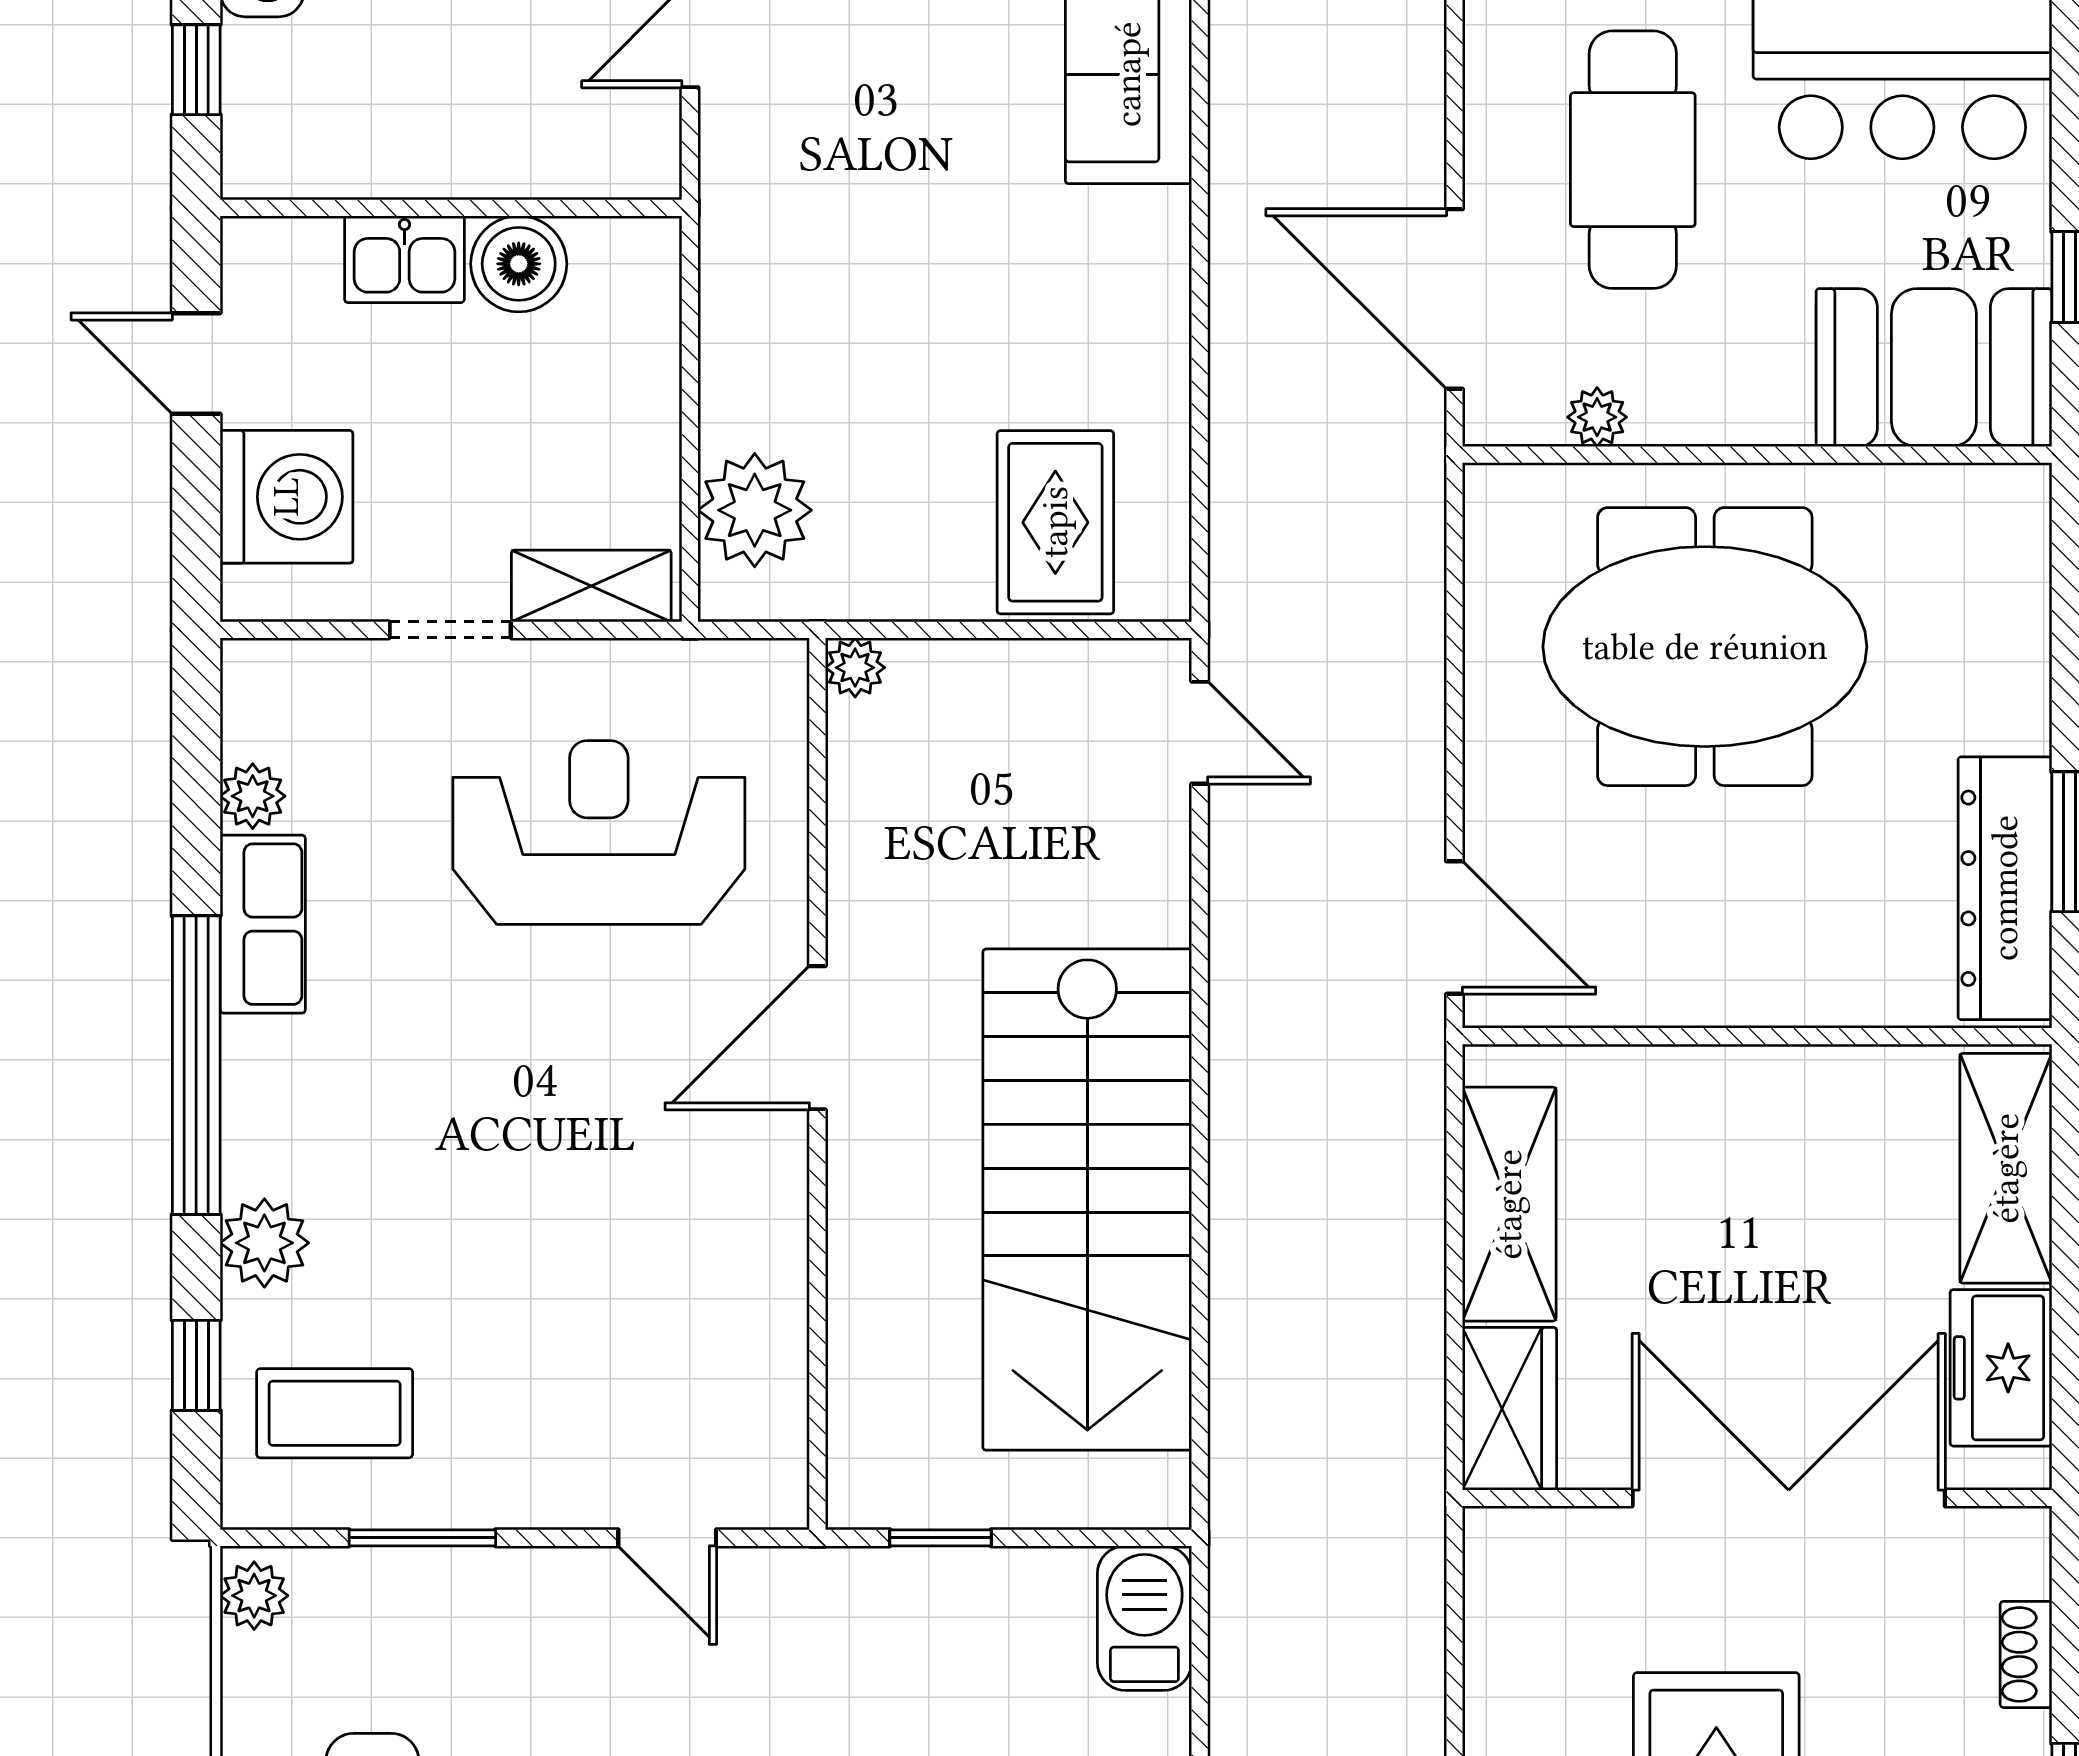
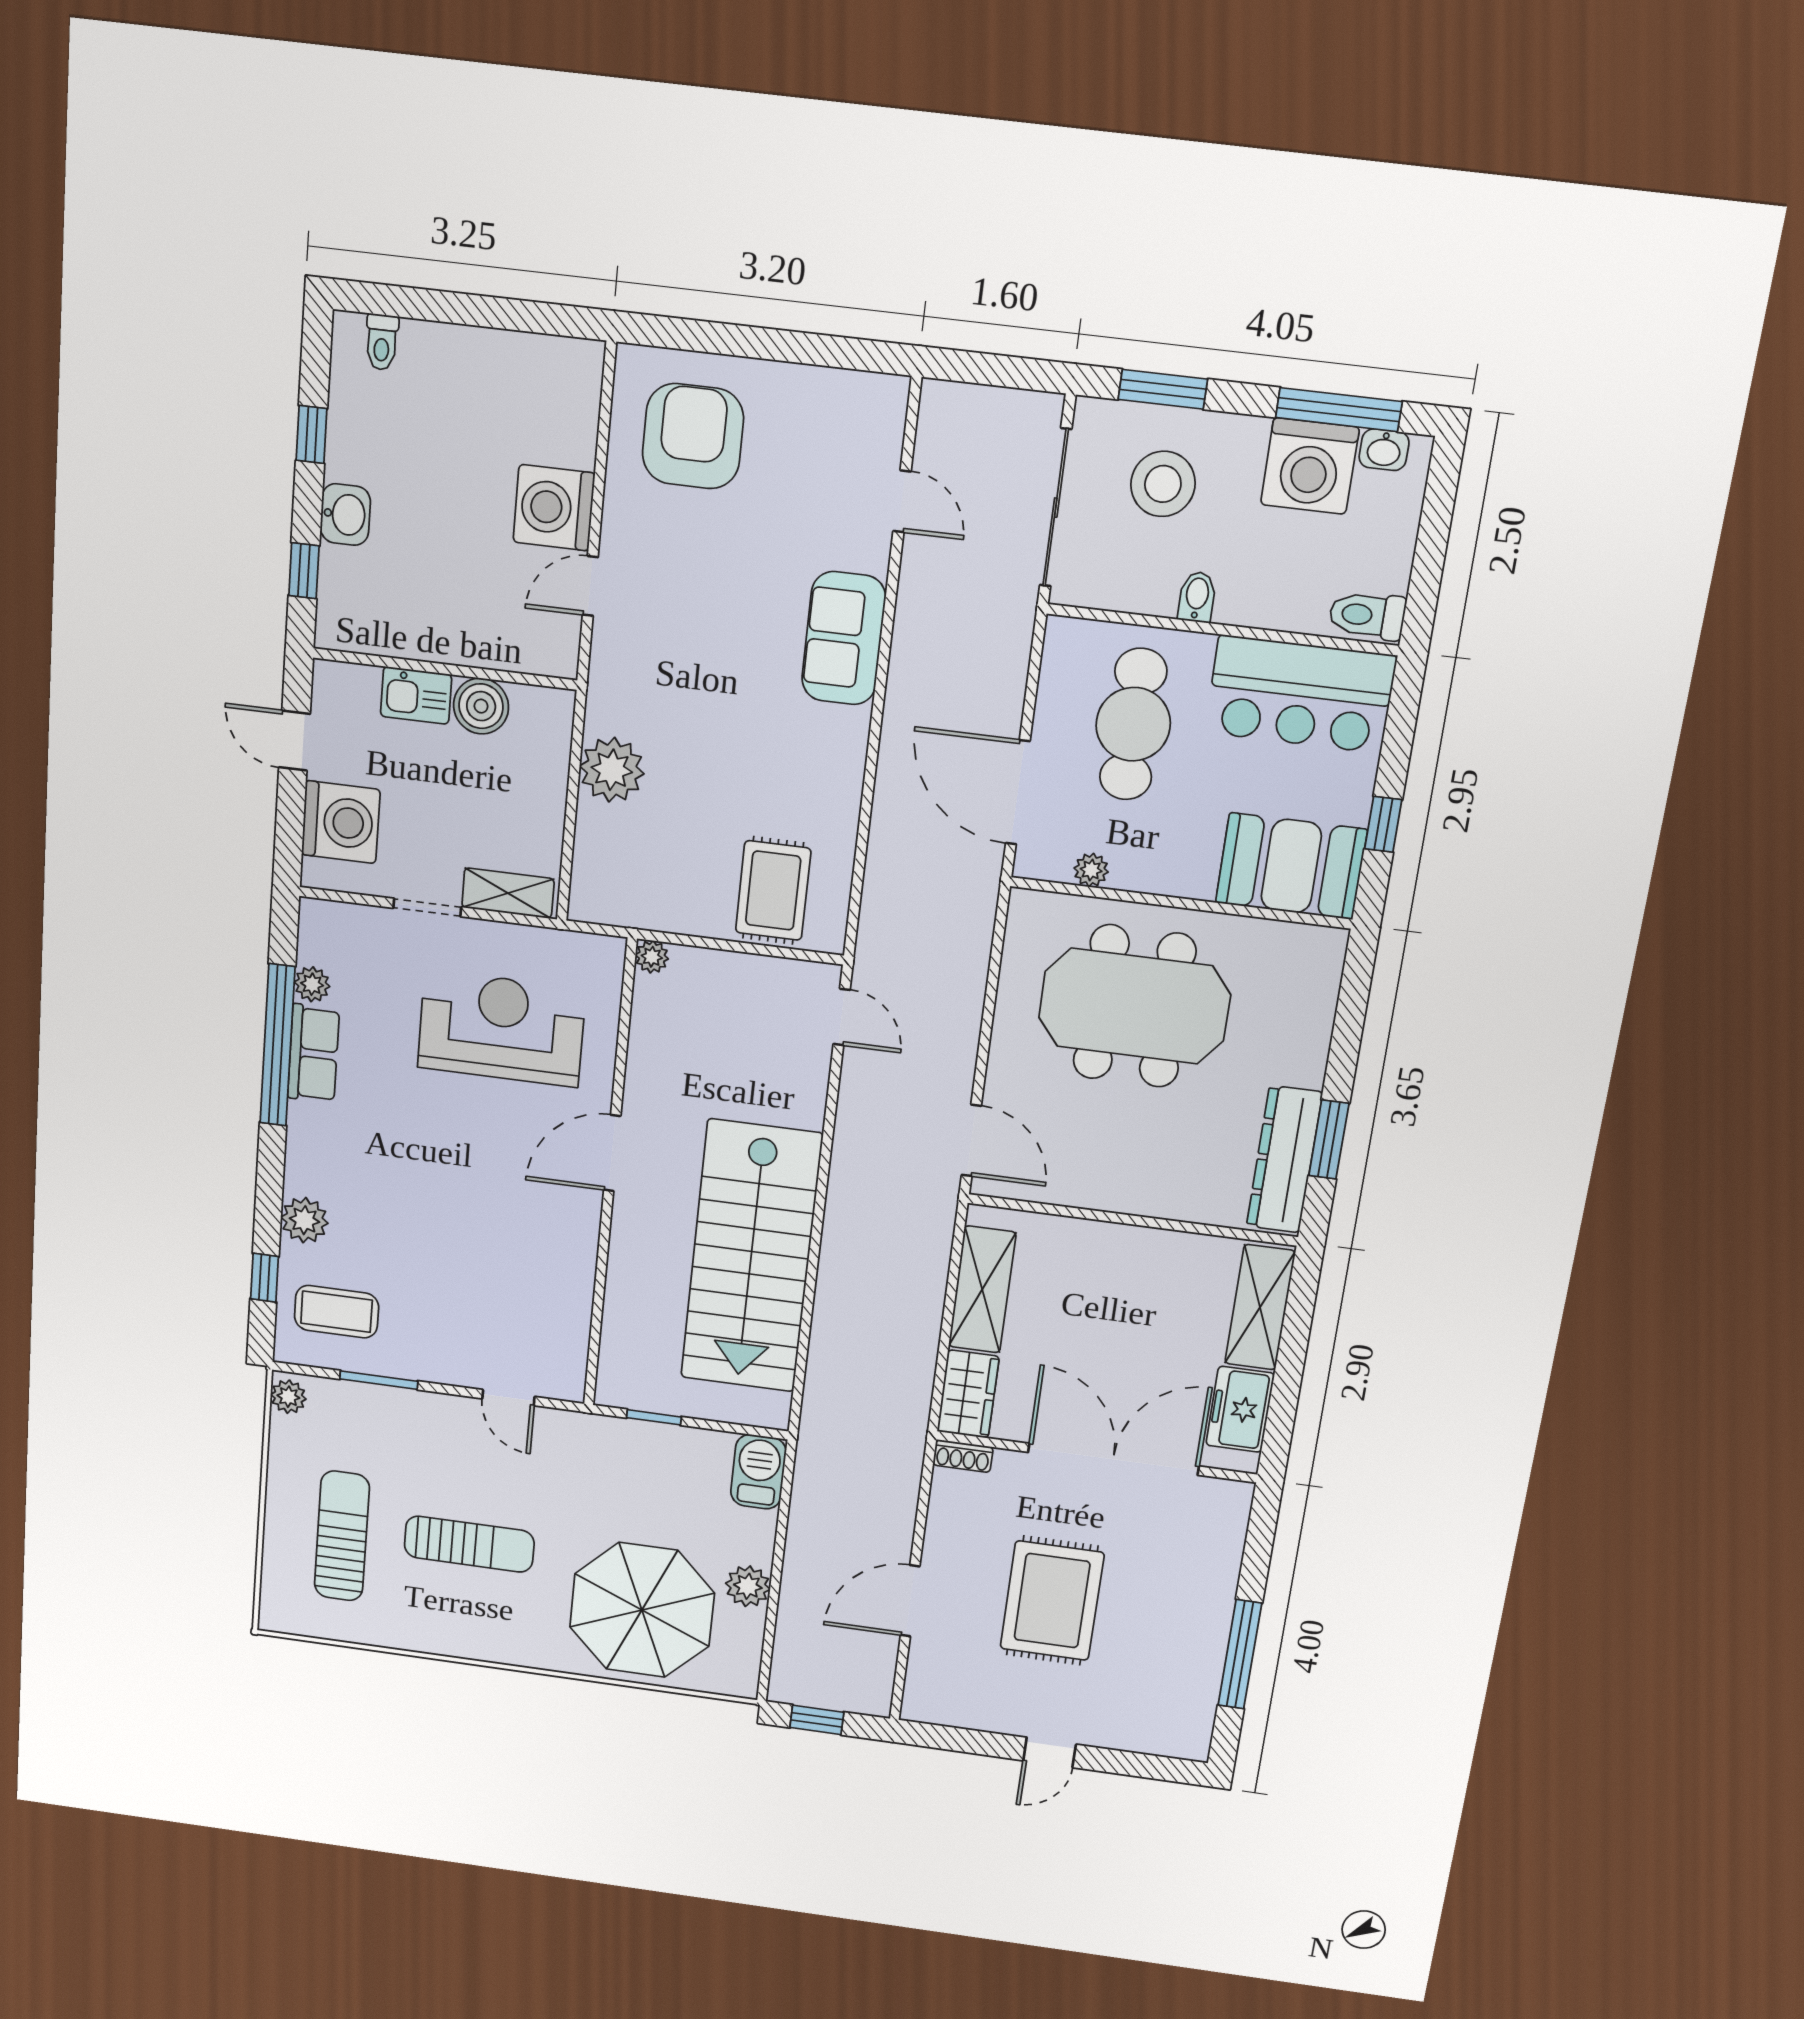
plant: (755, 510) -> (612, 770), moved
window: (196, 1065) -> (277, 1045), moved
shoe rack: (2026, 1654) -> (963, 1456), moved, turned -90

